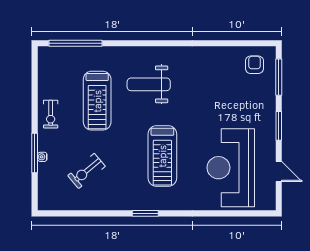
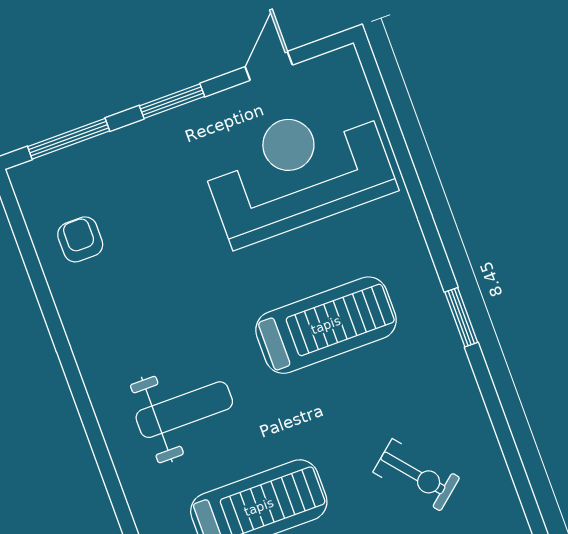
armchair: (254, 65) -> (80, 239), moved, turned 90
weight bench: (149, 84) -> (184, 410), turned -90
reception desk: (231, 168) -> (298, 171), turned 180

